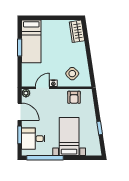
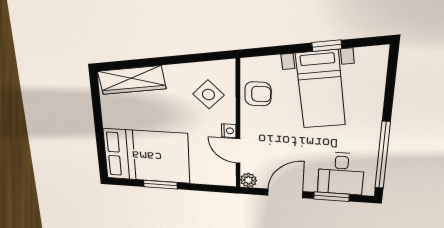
wardrobe: (77, 31) -> (132, 80), width x1.50
bed: (31, 41) -> (147, 156), width x1.50
bed with nightstands: (69, 136) -> (321, 89), moved, turned -99

